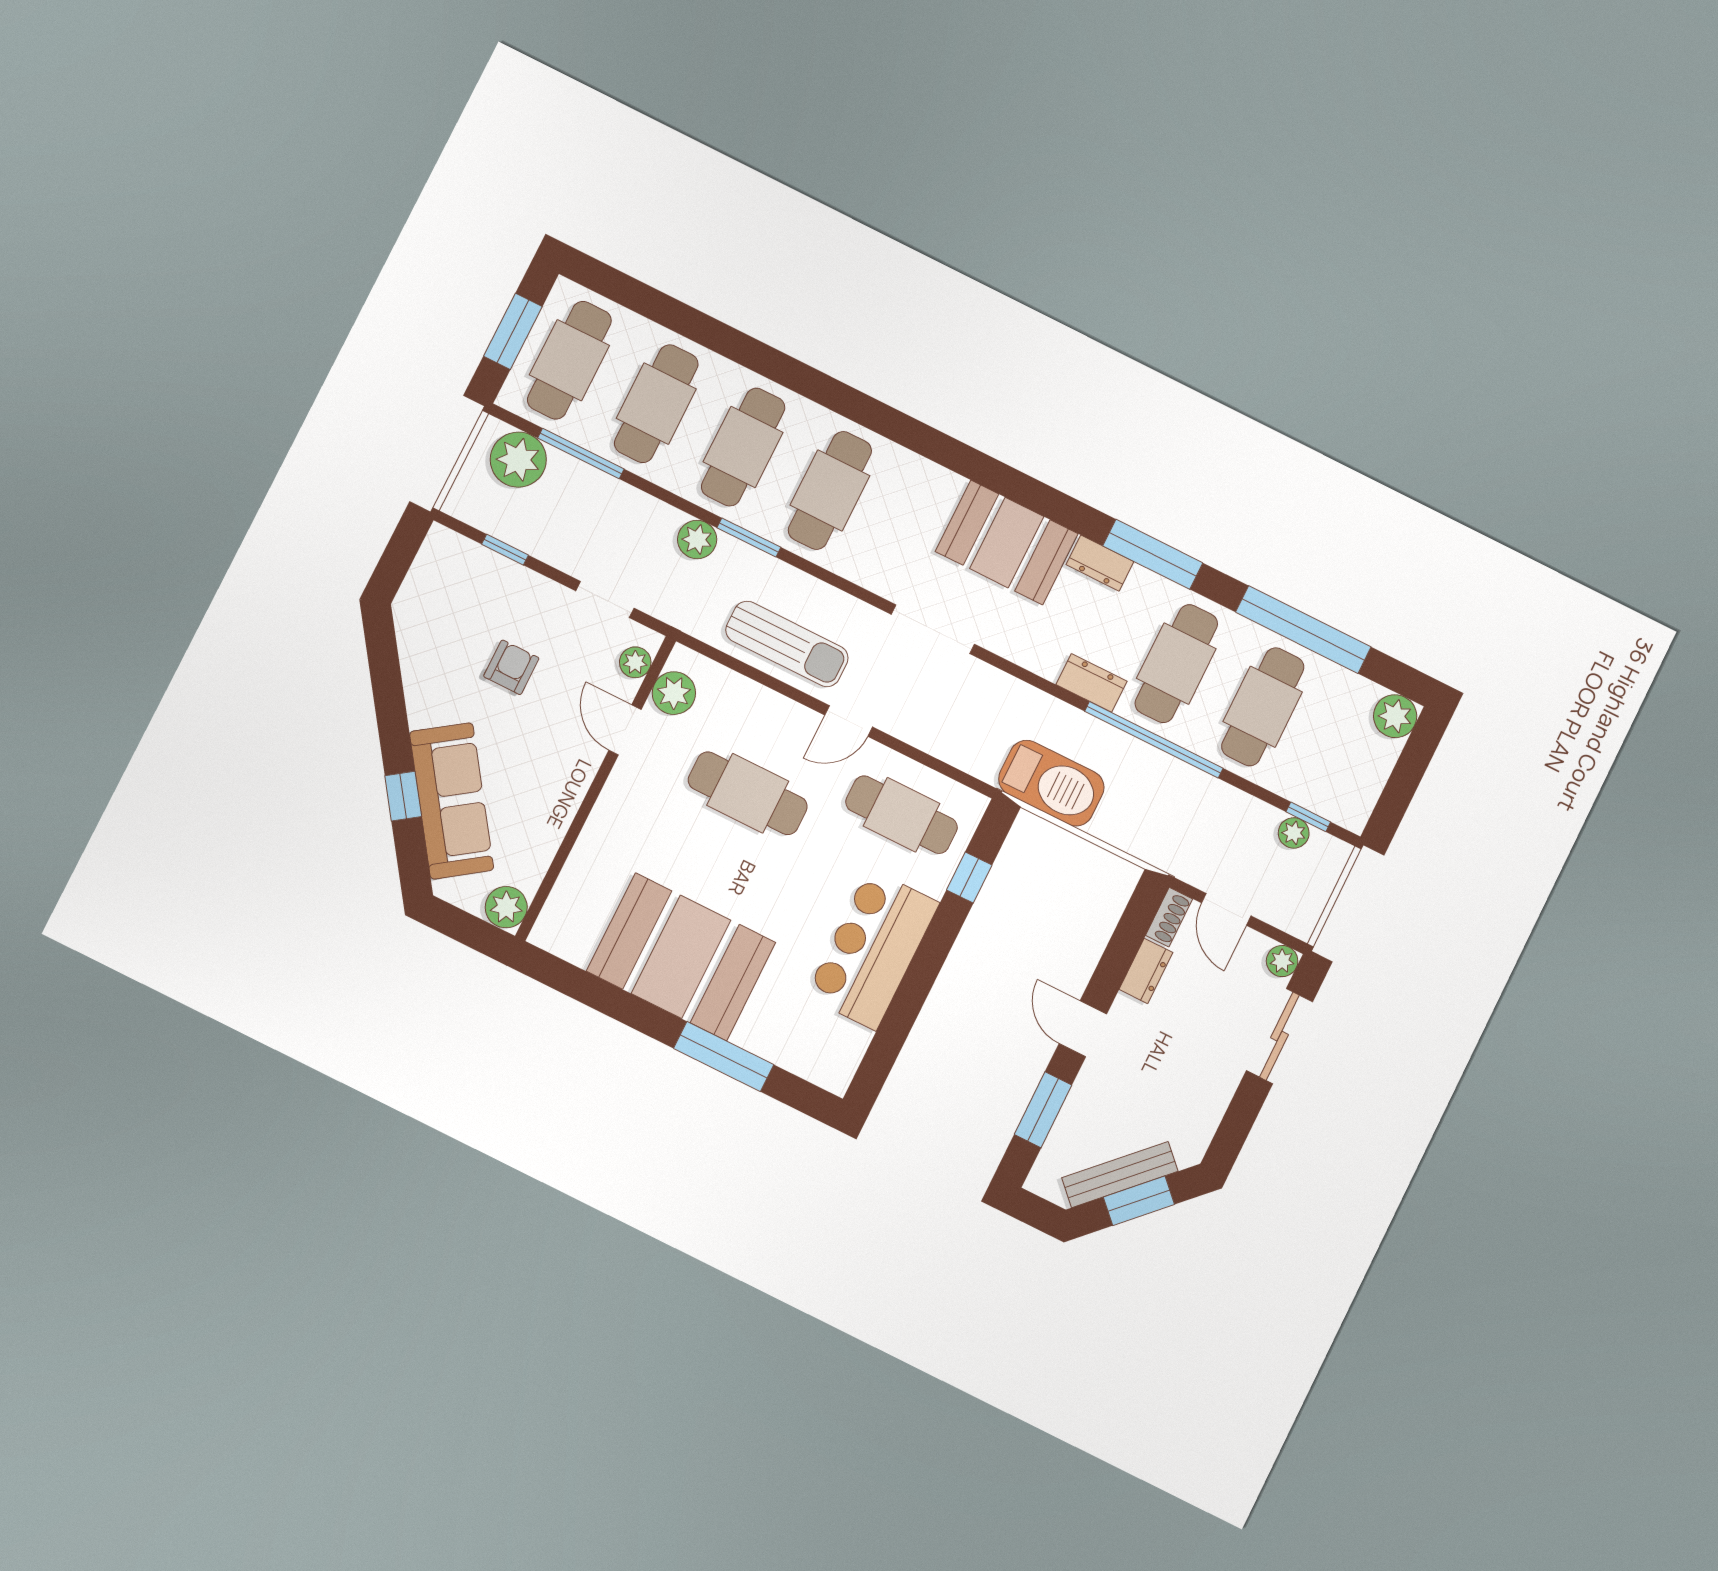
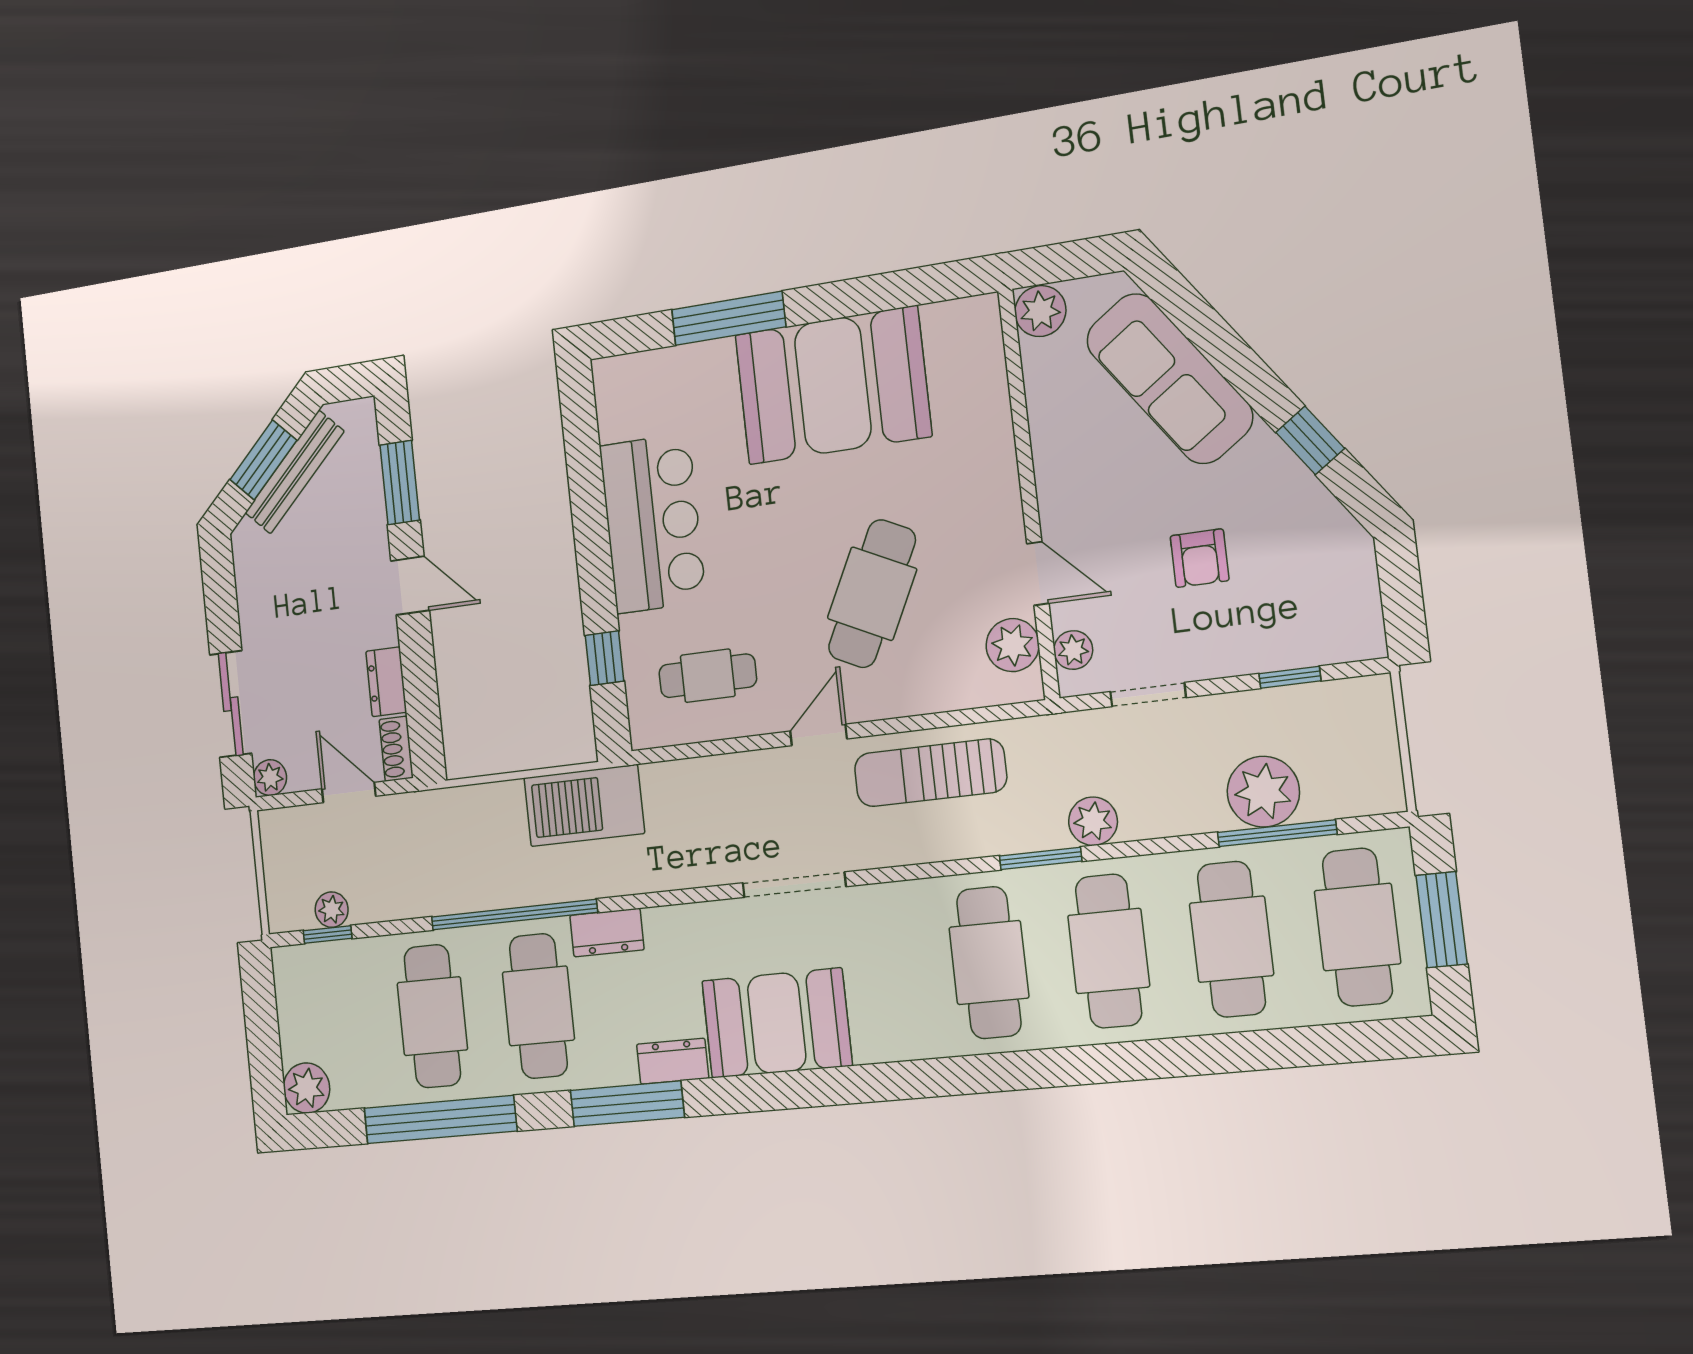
plant: (518, 460) -> (1263, 792), moved
cafe table: (748, 793) -> (872, 594), turned -64
window: (403, 796) -> (1310, 440), moved
cafe table: (902, 815) -> (708, 676), width x0.73, depth x0.74

